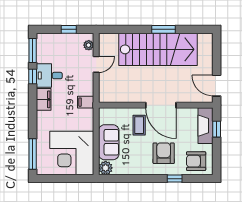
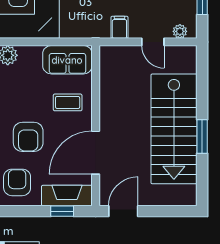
filing cabinet: (86, 102) -> (119, 27), moved
door: (161, 105) -> (96, 153), moved
sofa: (109, 142) -> (67, 60), moved
armchair: (164, 153) -> (28, 137), turned 90

